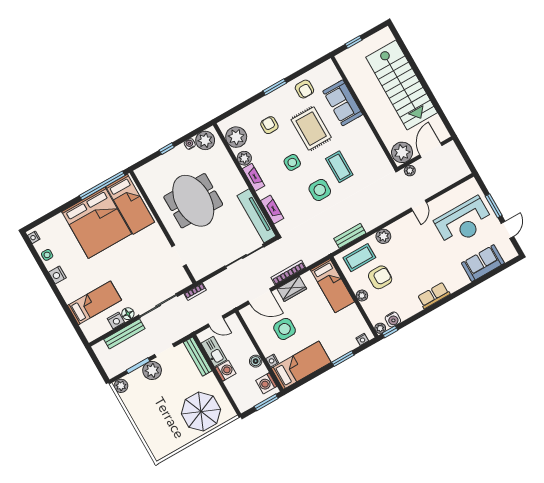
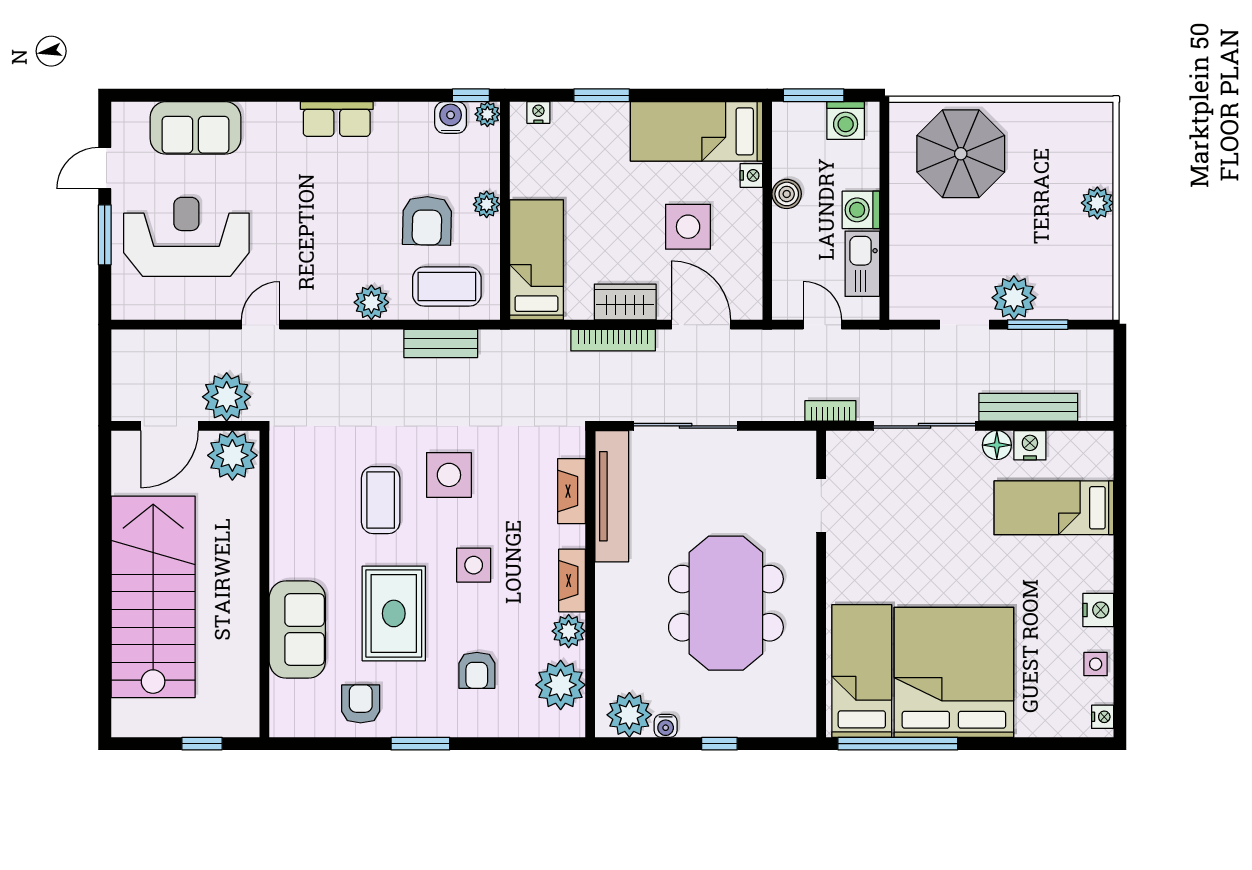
plant: (410, 171) -> (227, 397), width x1.88, depth x1.88
armchair: (380, 277) -> (427, 221), turned -89
bench: (198, 357) -> (902, 273), removed
washing machine: (266, 383) -> (846, 120), moved, turned 90
plant: (121, 386) -> (1097, 203), moved

